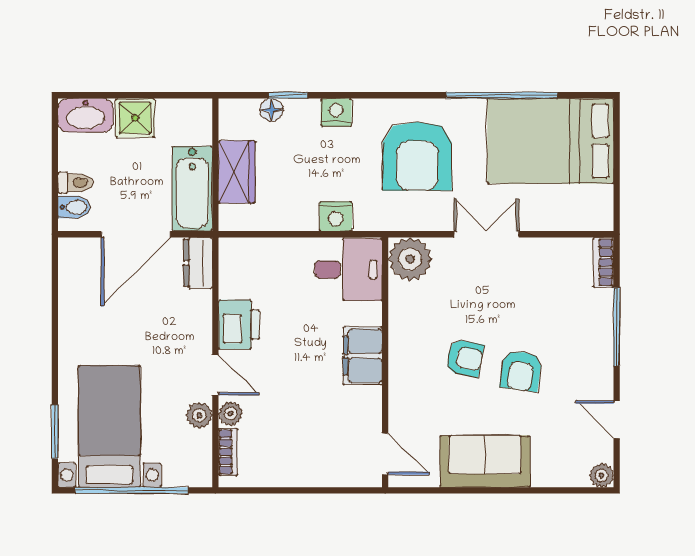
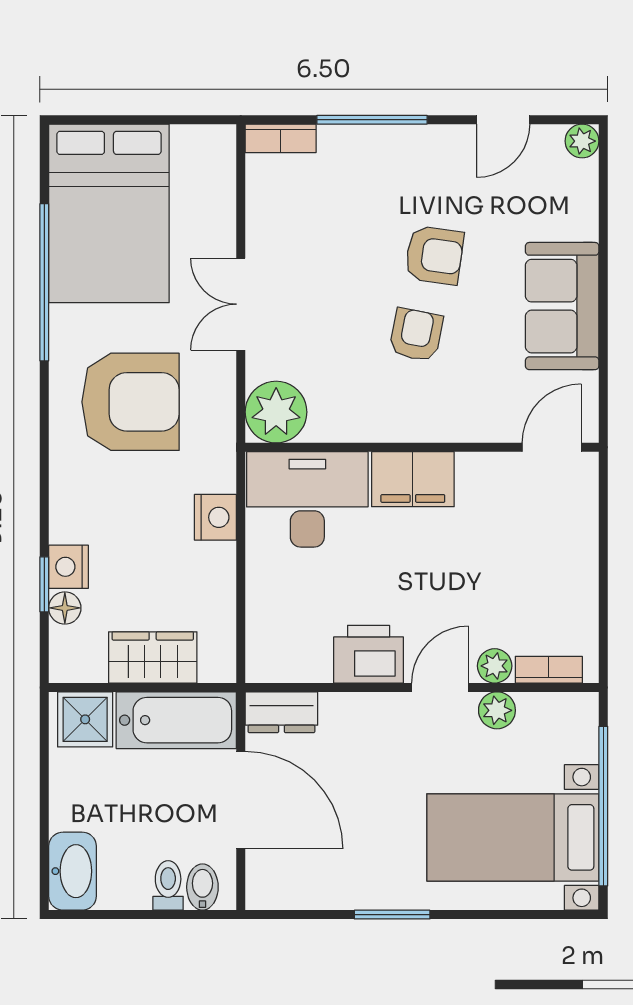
nightstand: (336, 112) -> (69, 567), moved
shower: (135, 118) -> (85, 719), moved
desk: (348, 270) -> (307, 499), width x1.37
window: (55, 432) -> (392, 915), moved

